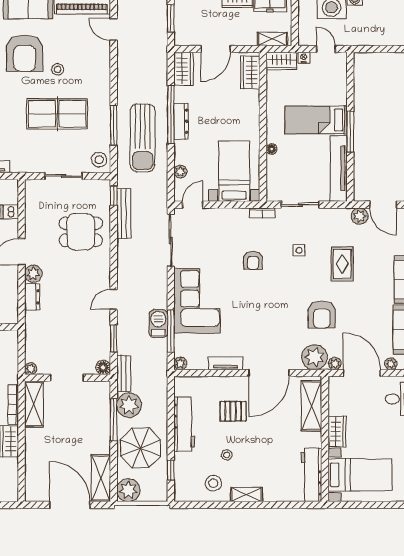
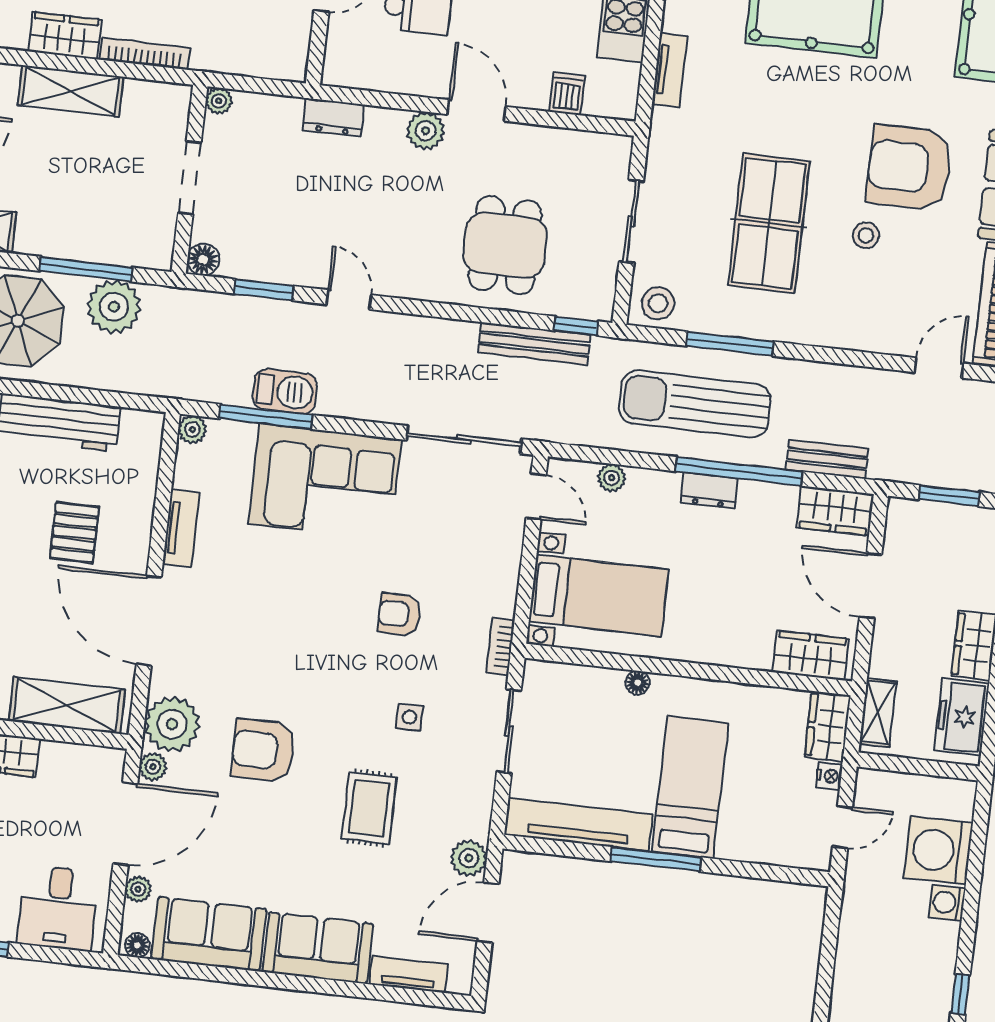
dresser: (181, 121) -> (709, 491), width x0.70
rug: (342, 264) -> (369, 808), turned 90
dresser: (32, 297) -> (333, 117), moved
bench: (124, 374) -> (827, 459), moved
shelving: (34, 404) -> (71, 91), moved

